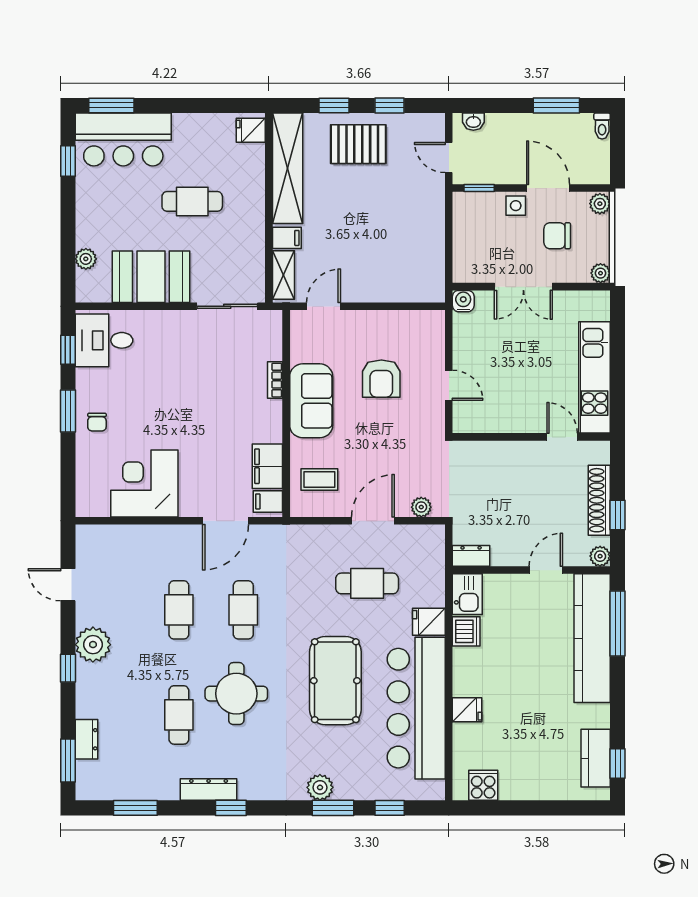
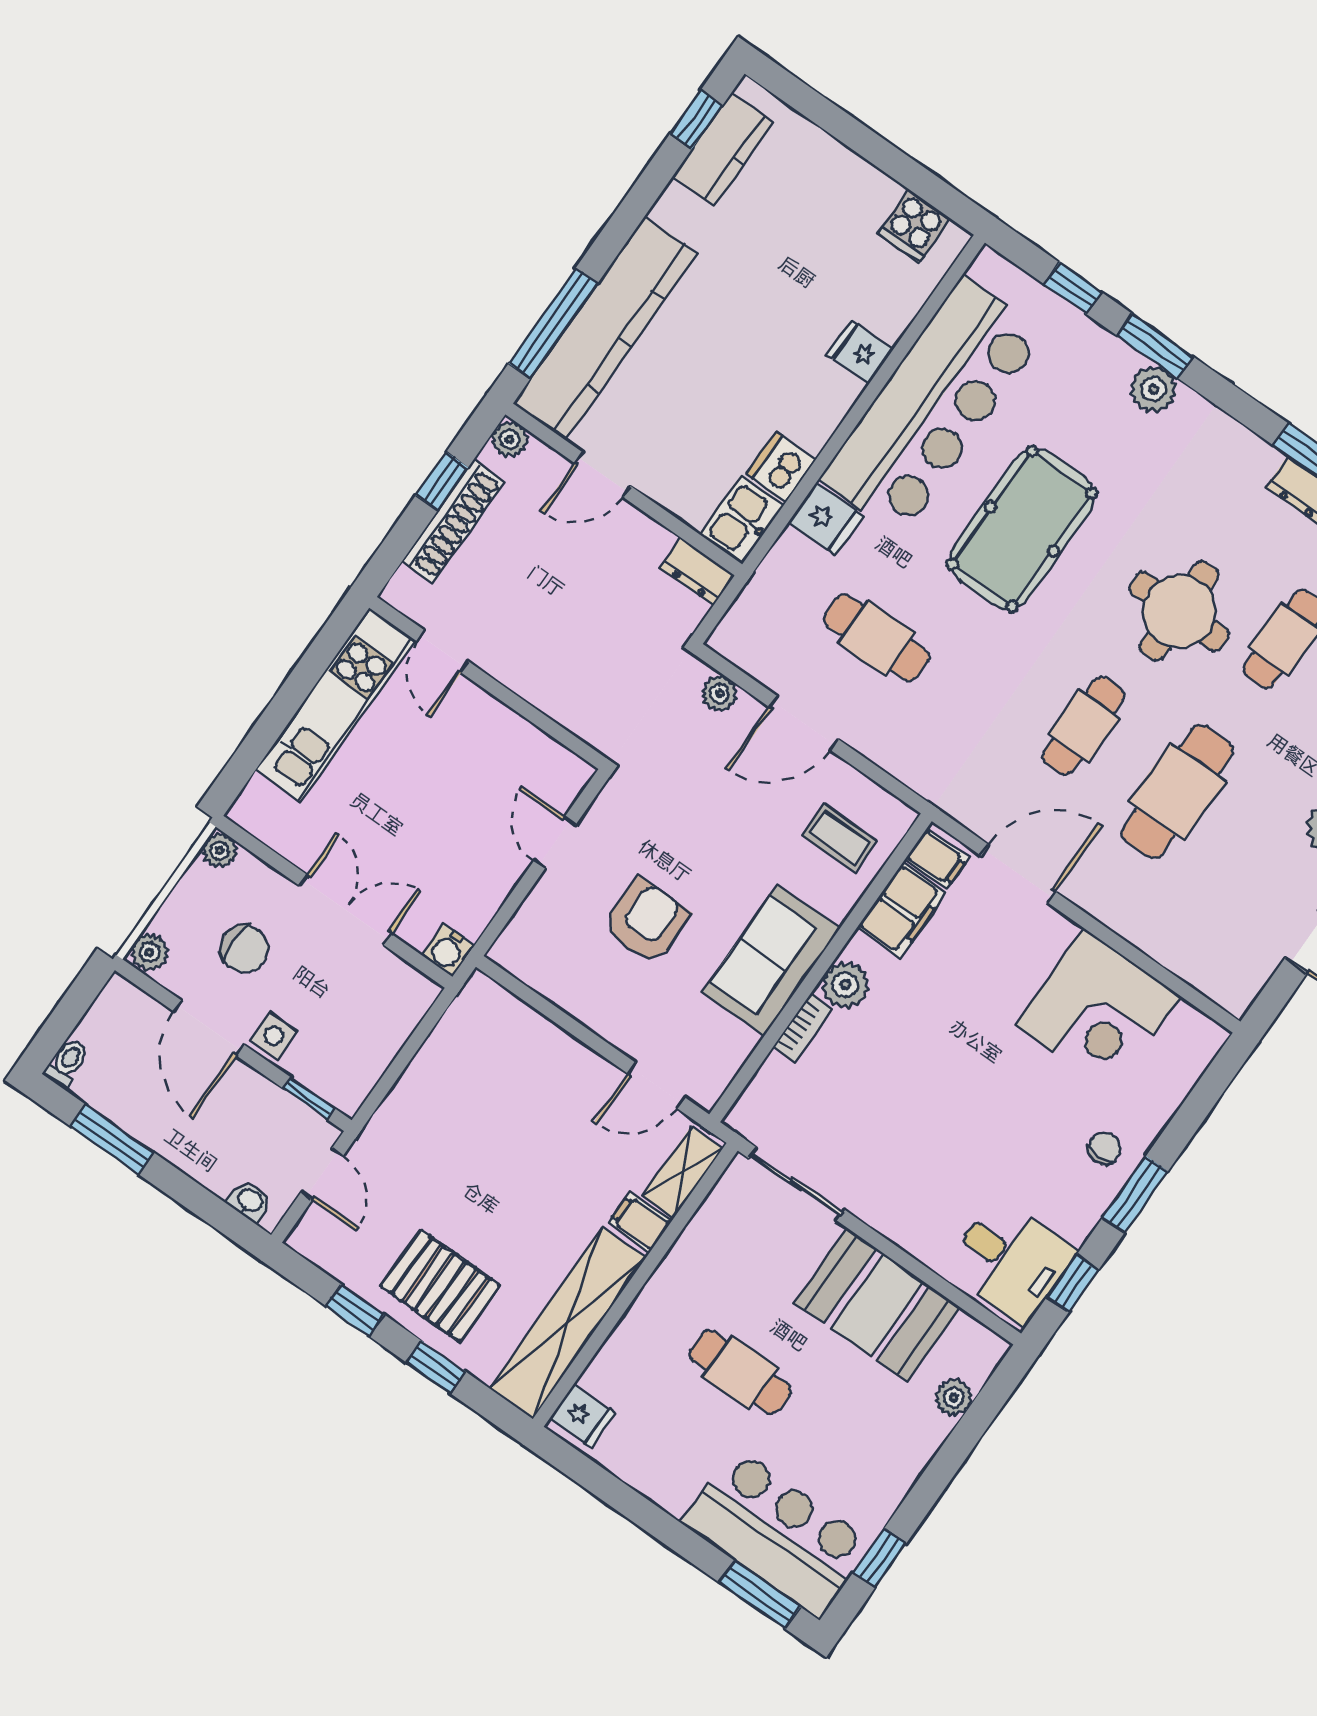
plant: (269, 414) -> (845, 985), added
cafe table: (179, 610) -> (1177, 792), width x1.37, depth x1.35

